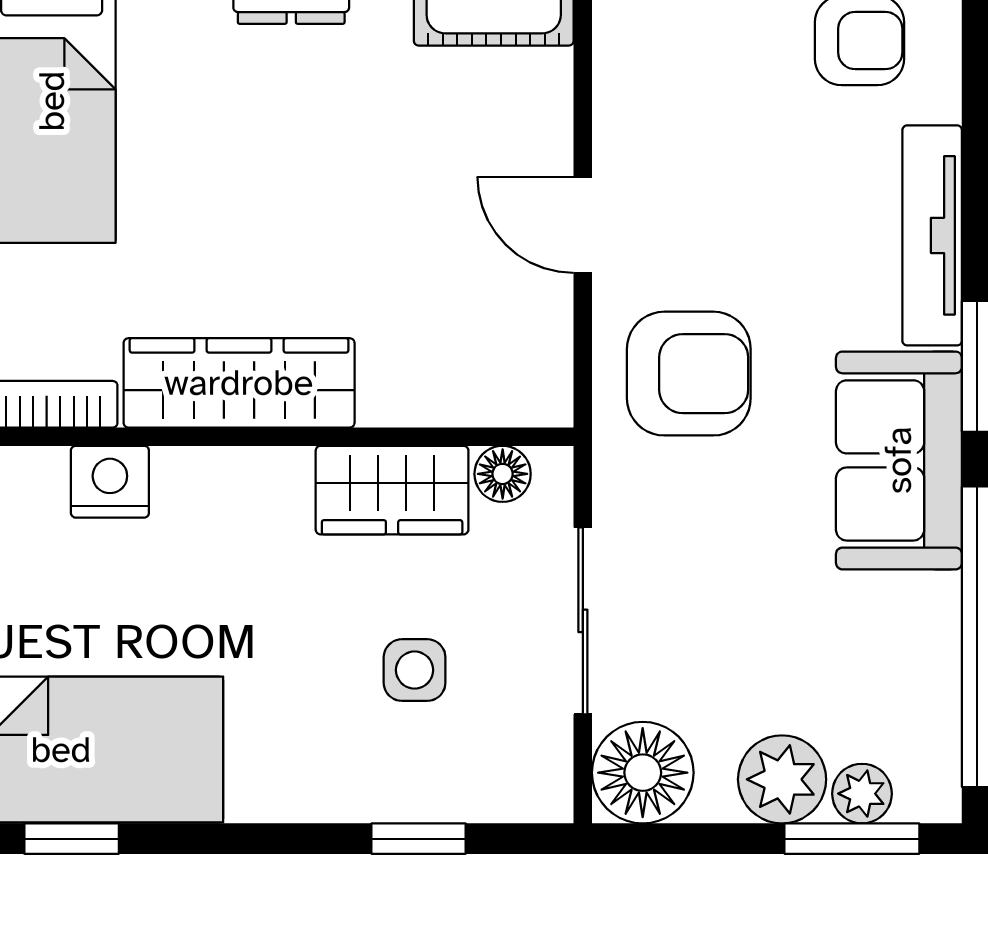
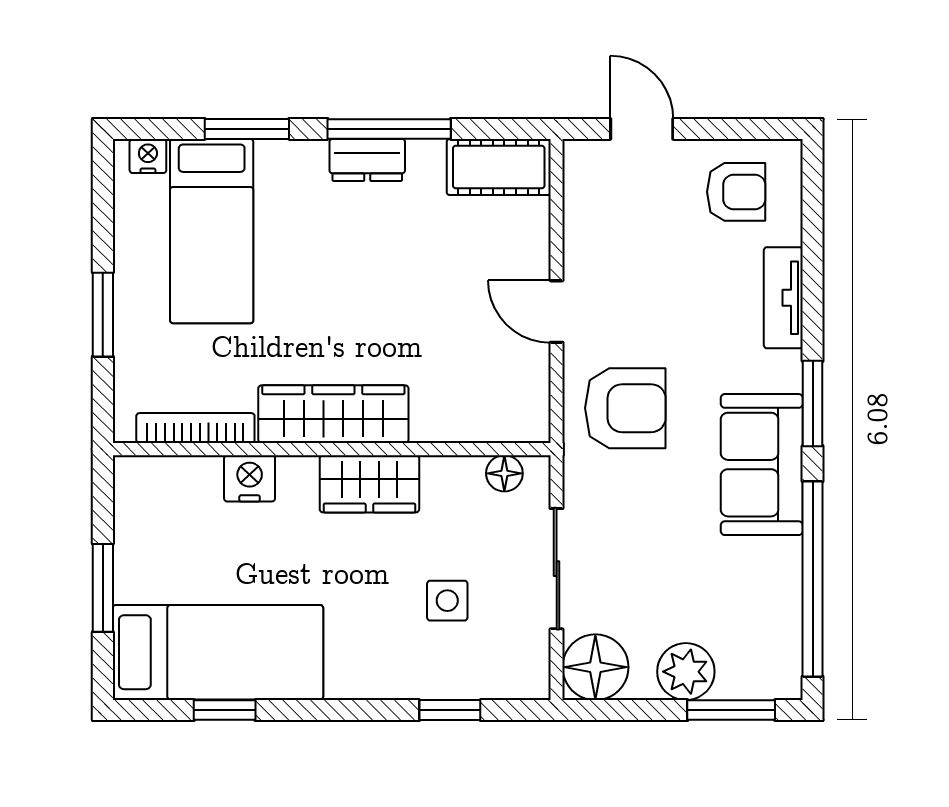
tv unit: (932, 235) -> (783, 298), width x0.71
wardrobe: (392, 490) -> (369, 484), moved
plant: (862, 794) -> (738, 681), removed

